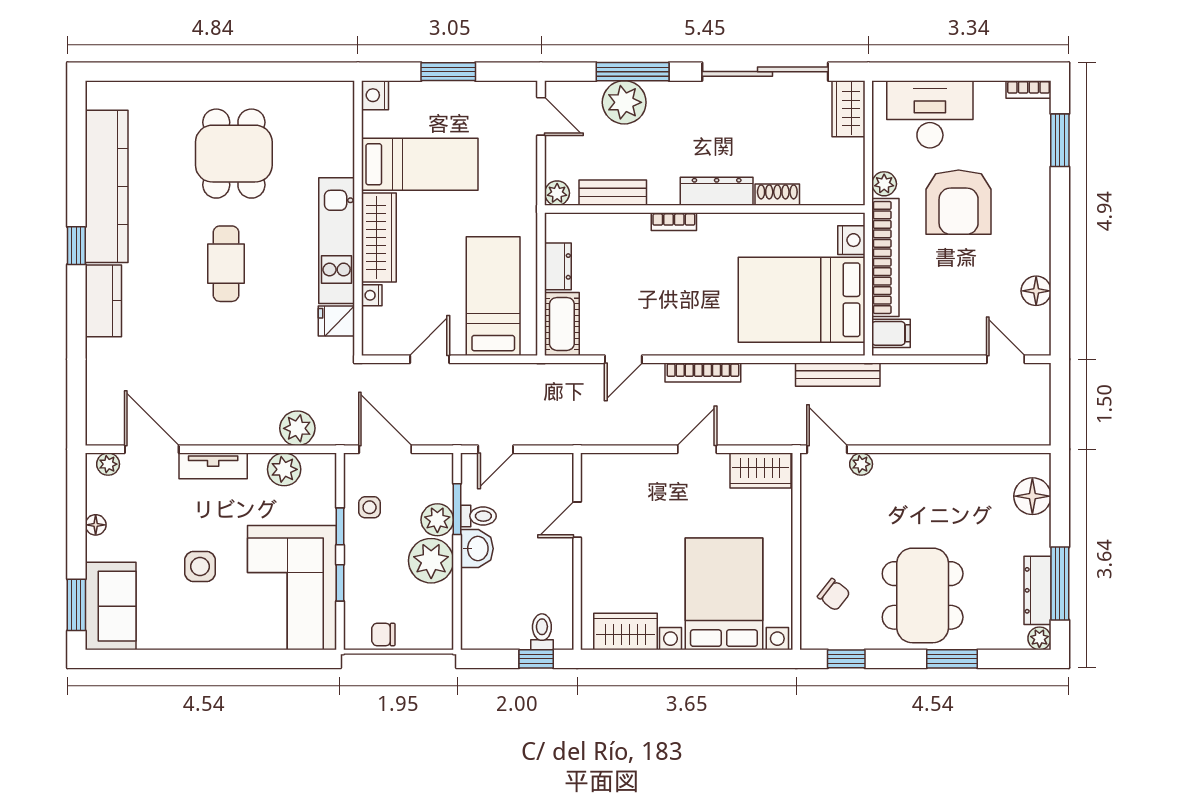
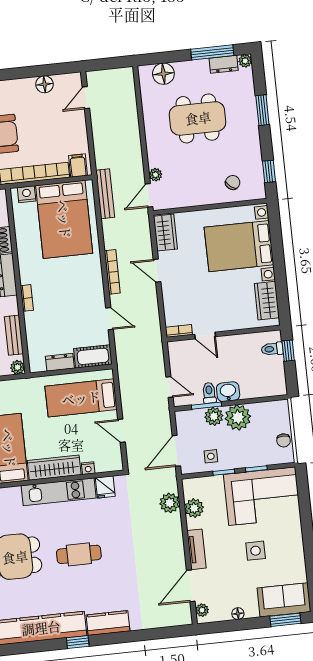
bookcase: (590, 475) -> (179, 331), added
dresser: (1038, 590) -> (224, 64), width x0.70
dining table: (923, 595) -> (198, 118), moved

